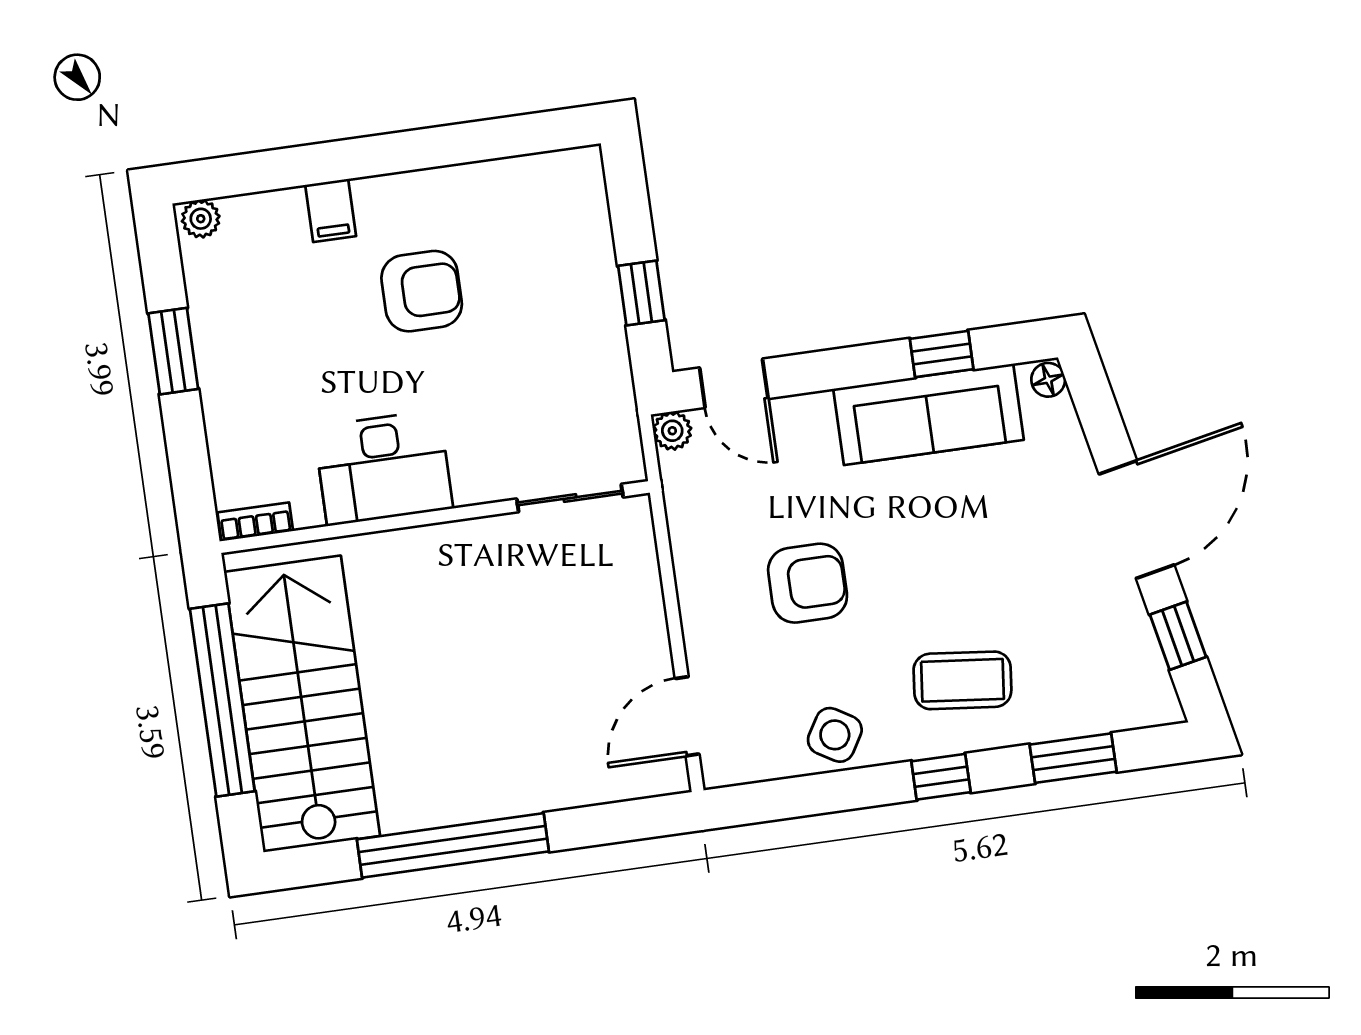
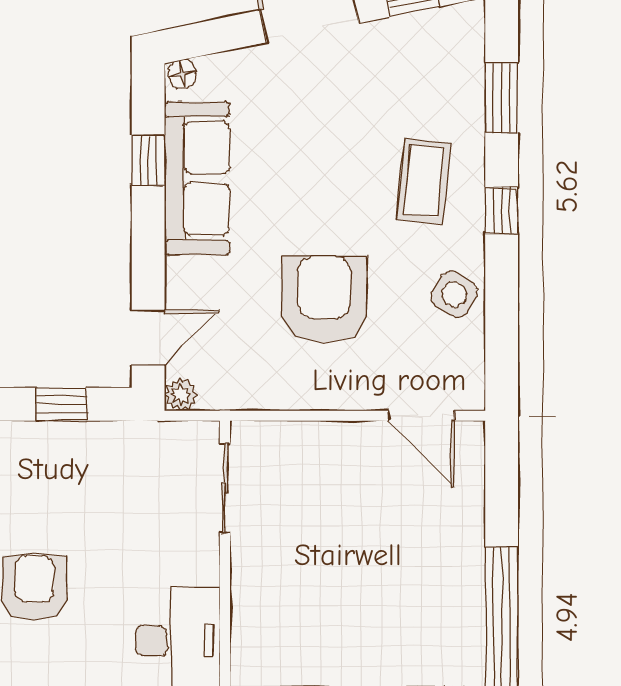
armchair: (808, 583) -> (324, 299), width x1.36, depth x1.36

